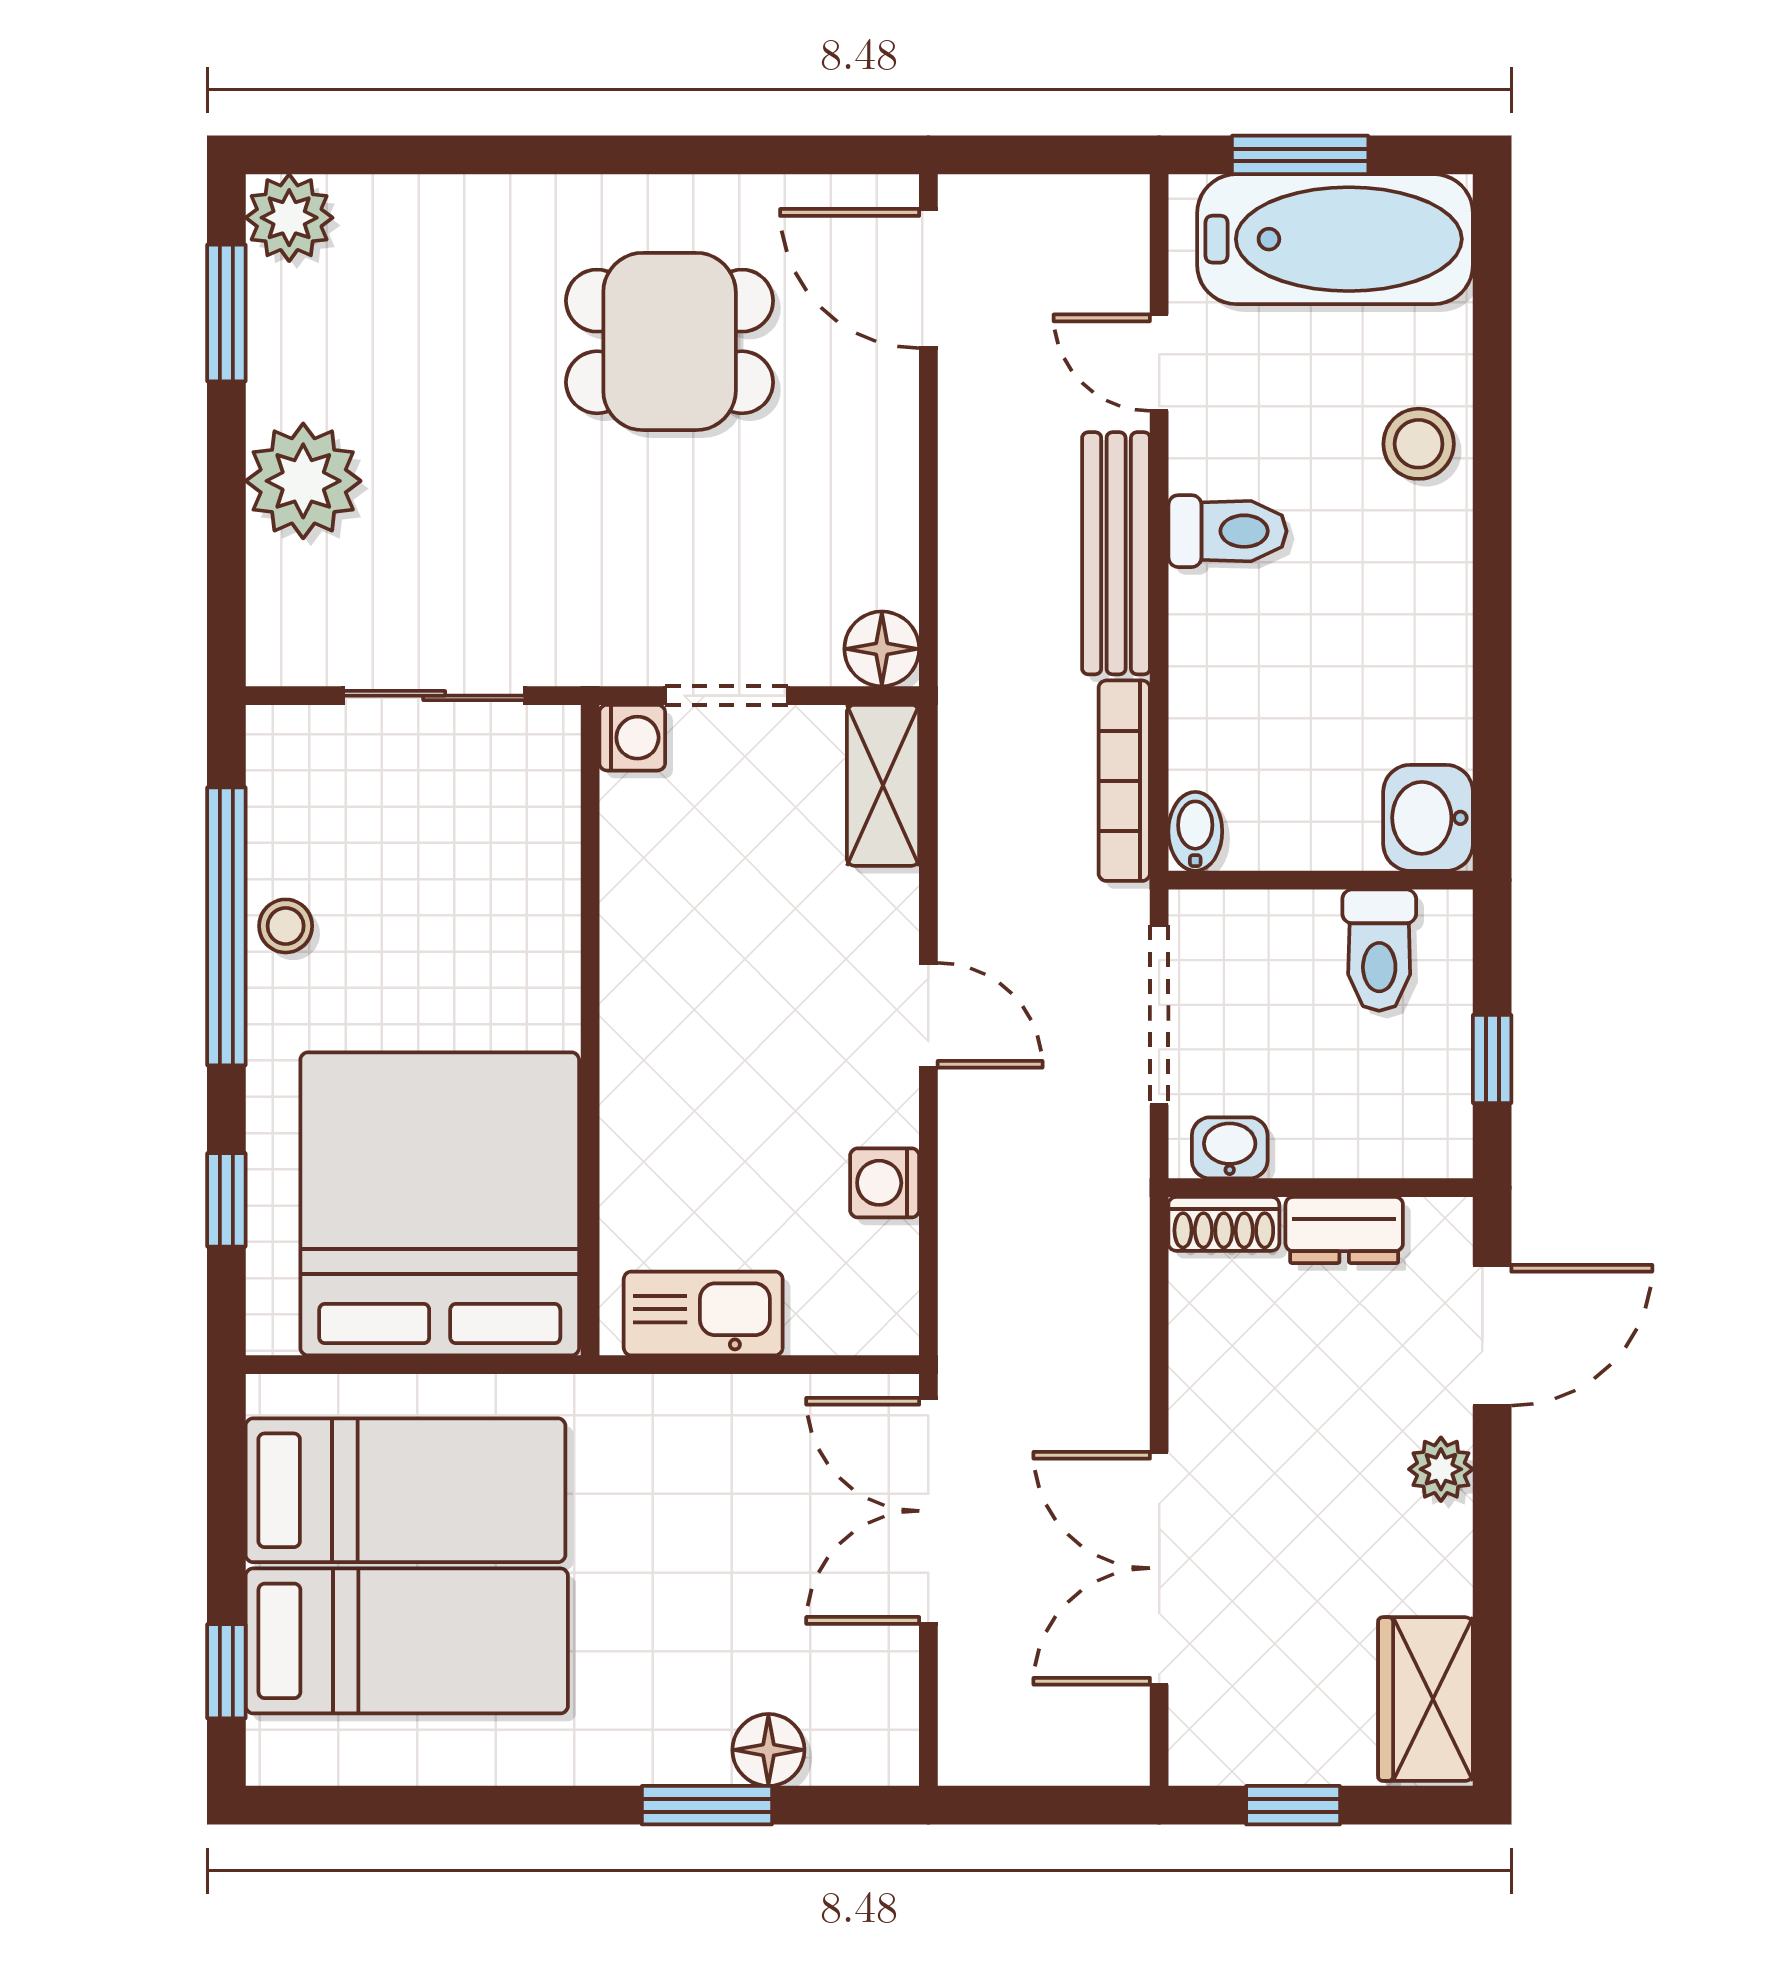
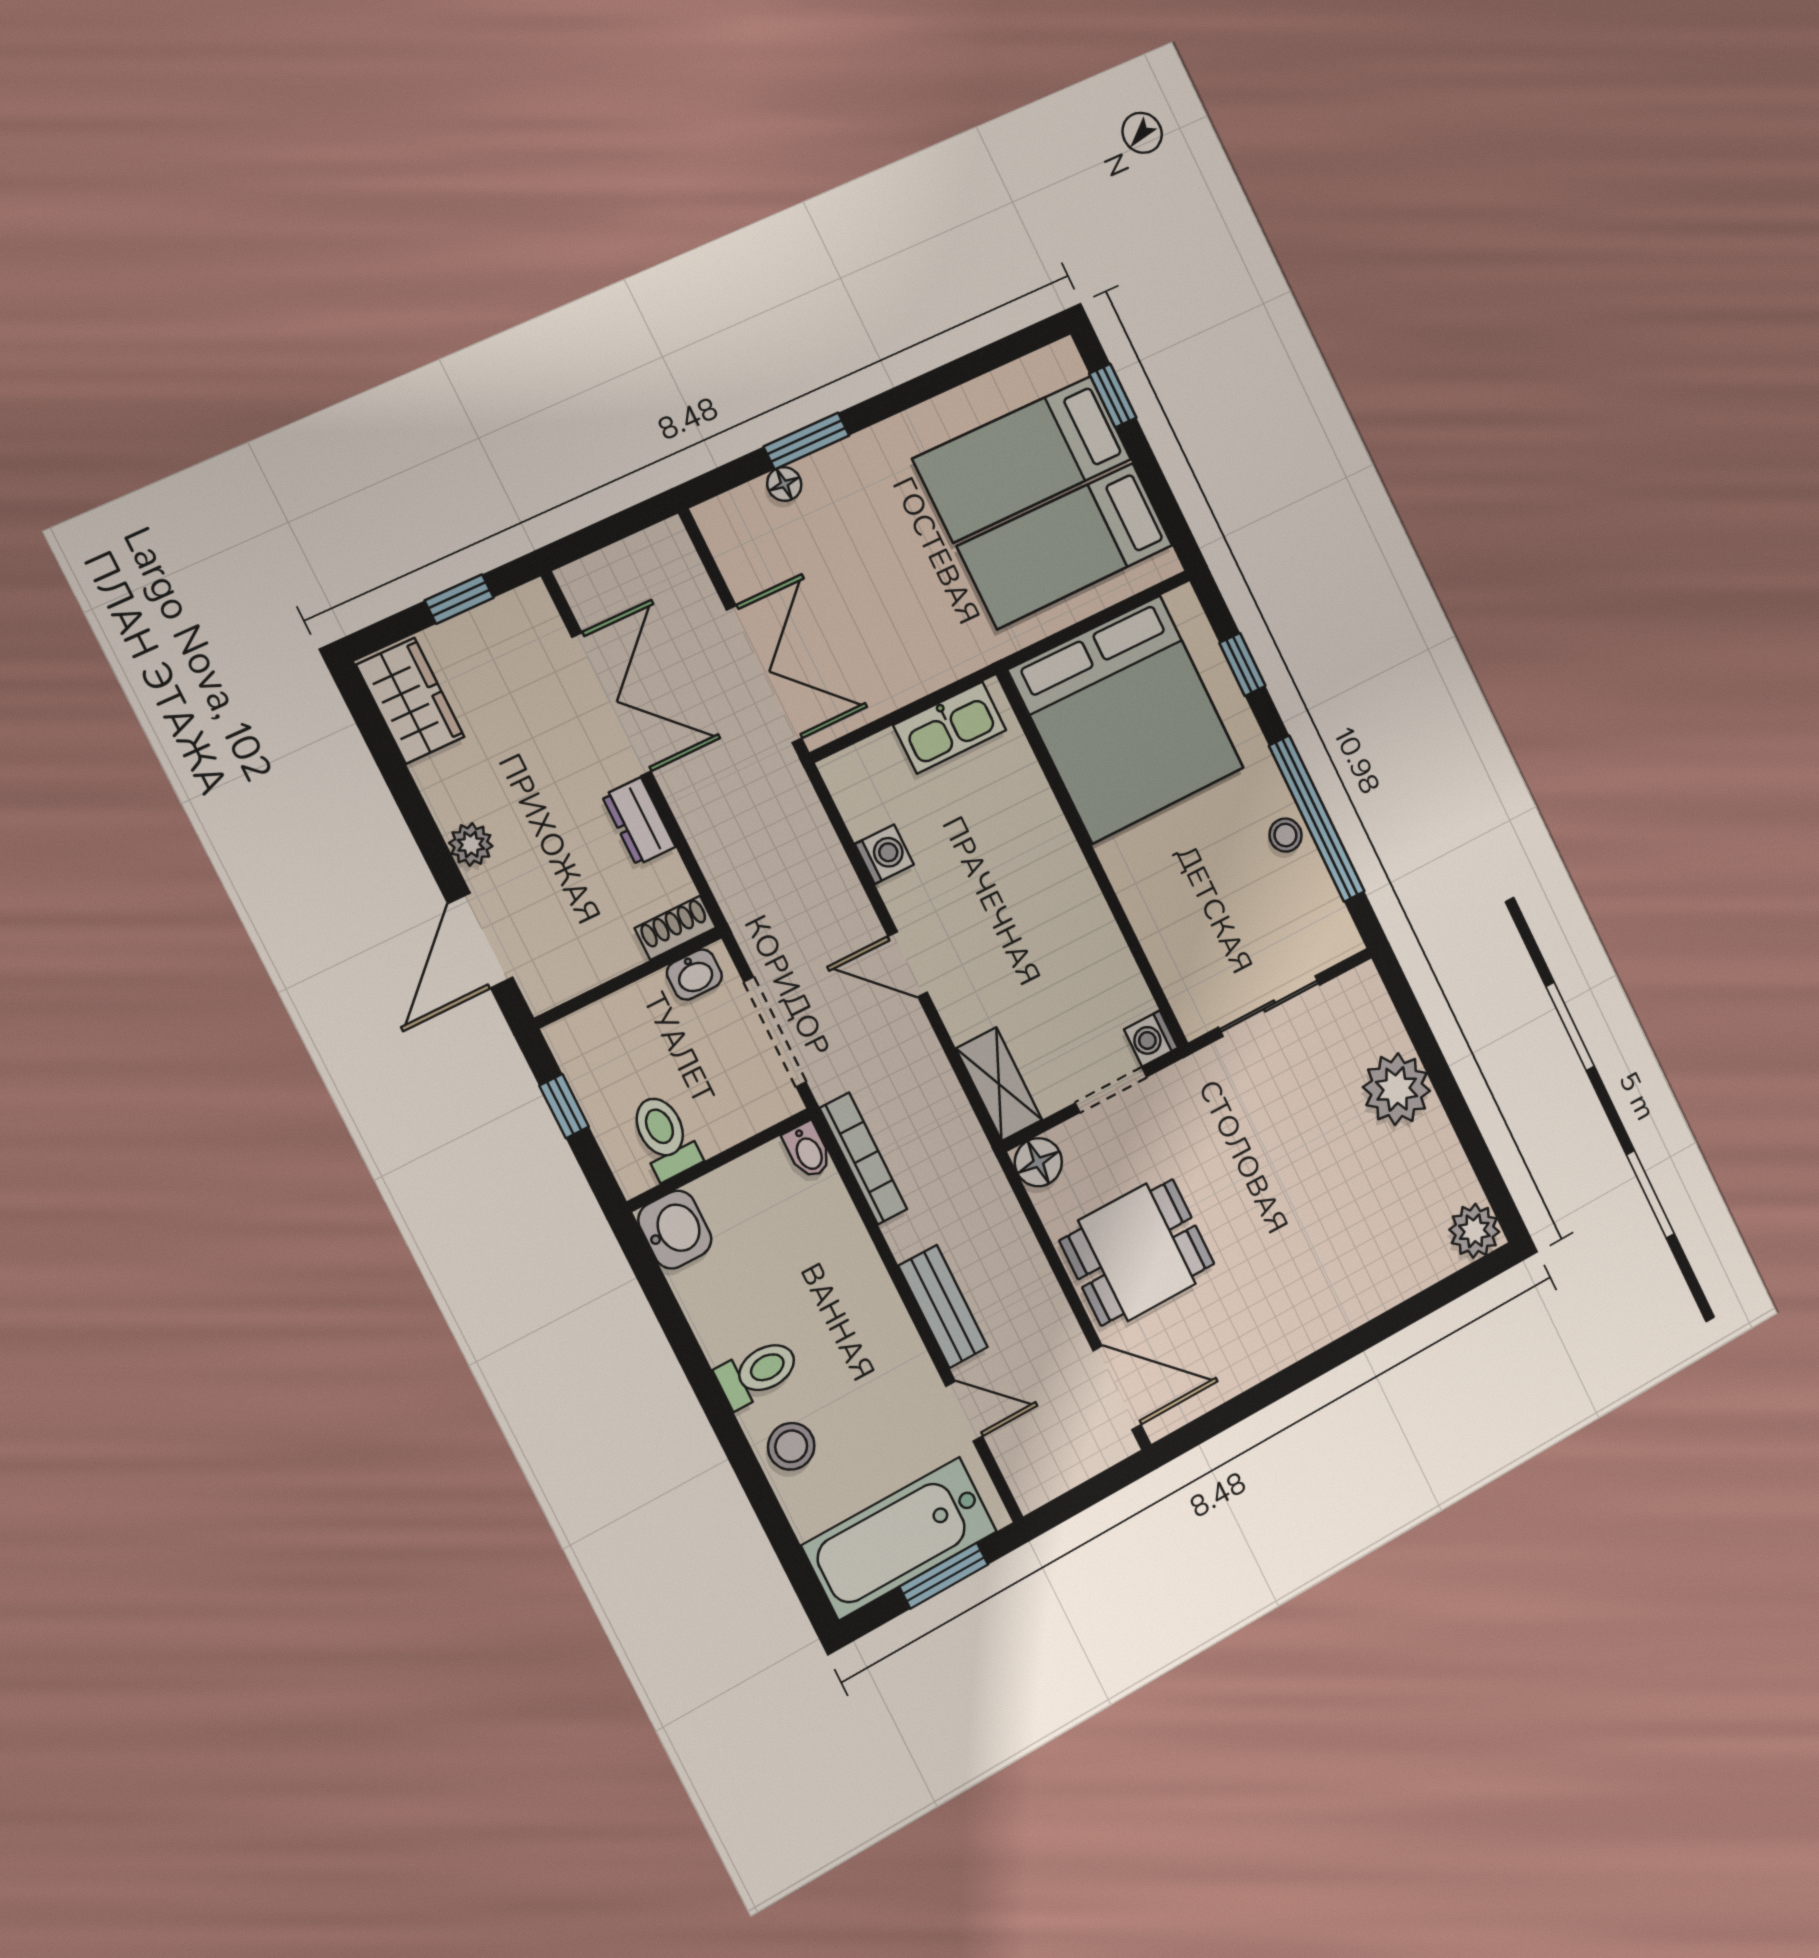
window: (226, 313) -> (1481, 1160), removed
dining table: (670, 341) -> (1137, 1252), moved
toilet: (1228, 531) -> (758, 1372), moved, turned 180
bench: (1116, 553) -> (943, 1307), width x0.73
dresser: (1344, 1230) -> (639, 821), moved, turned -90
floor lamp: (768, 1750) -> (784, 484), width x0.73, depth x0.73

